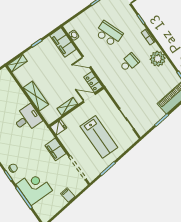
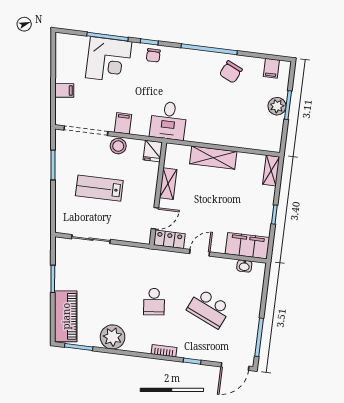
school desk: (109, 34) -> (209, 308), turned 45
plant: (158, 59) -> (113, 337), moved
desk: (27, 119) -> (168, 120), moved
lab bench: (99, 137) -> (99, 188), width x0.73, depth x0.72
stool: (71, 146) -> (118, 146), added
filing cabinet: (55, 149) -> (123, 123), width x0.50

